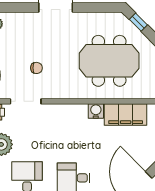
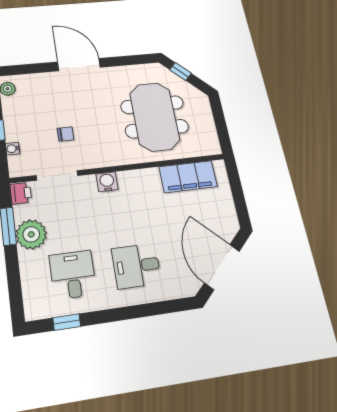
meeting table: (109, 61) -> (155, 117), turned 90
water cooler: (96, 111) -> (107, 182), moved

